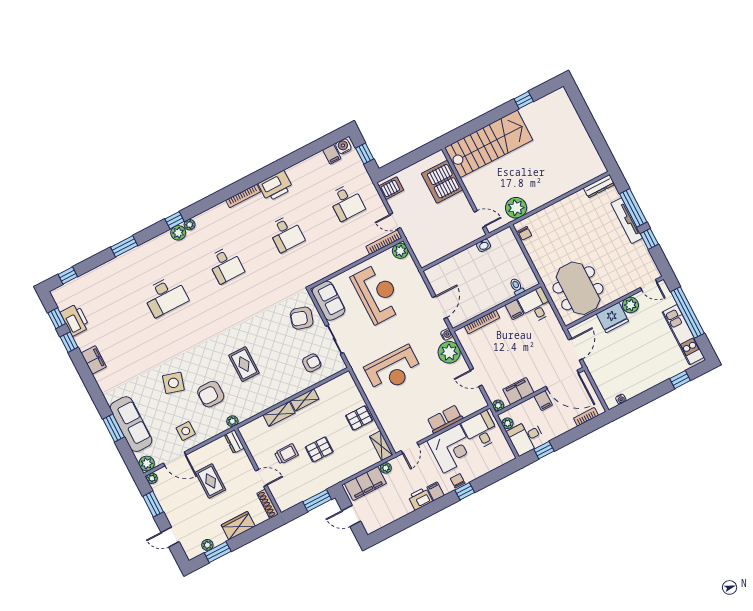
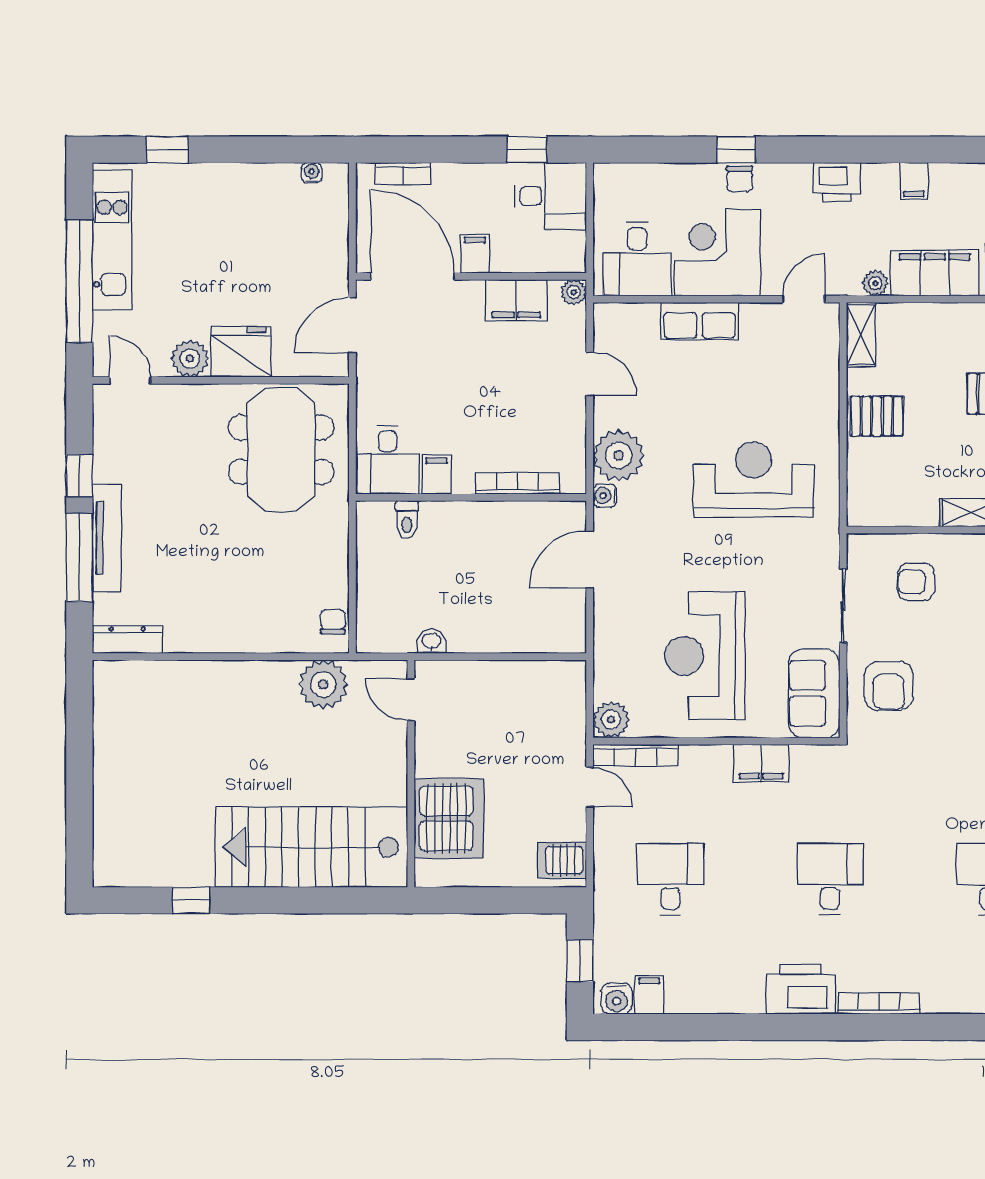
filing cabinet: (335, 264) -> (761, 763), added
armchair: (302, 318) -> (889, 686), turned 74
plant: (507, 423) -> (574, 245), removed
filing cabinet: (436, 491) -> (914, 181), moved

